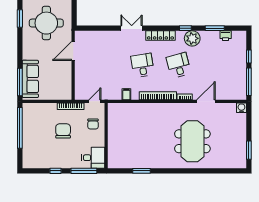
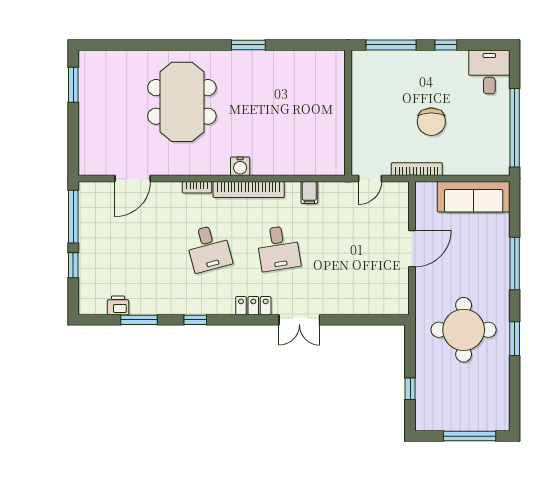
locker: (160, 36) -> (253, 306), width x0.66
plant: (192, 38) -> (182, 300), removed
door: (73, 51) -> (412, 249), moved
sofa: (30, 79) -> (474, 197), moved, turned -90
window: (20, 82) -> (515, 263), moved
door: (206, 101) -> (133, 179), moved
water cooler: (241, 108) -> (240, 166), moved
chair: (93, 124) -> (374, 135), removed
desk: (93, 158) -> (489, 72), moved, turned 90
window: (141, 171) -> (248, 45), moved

